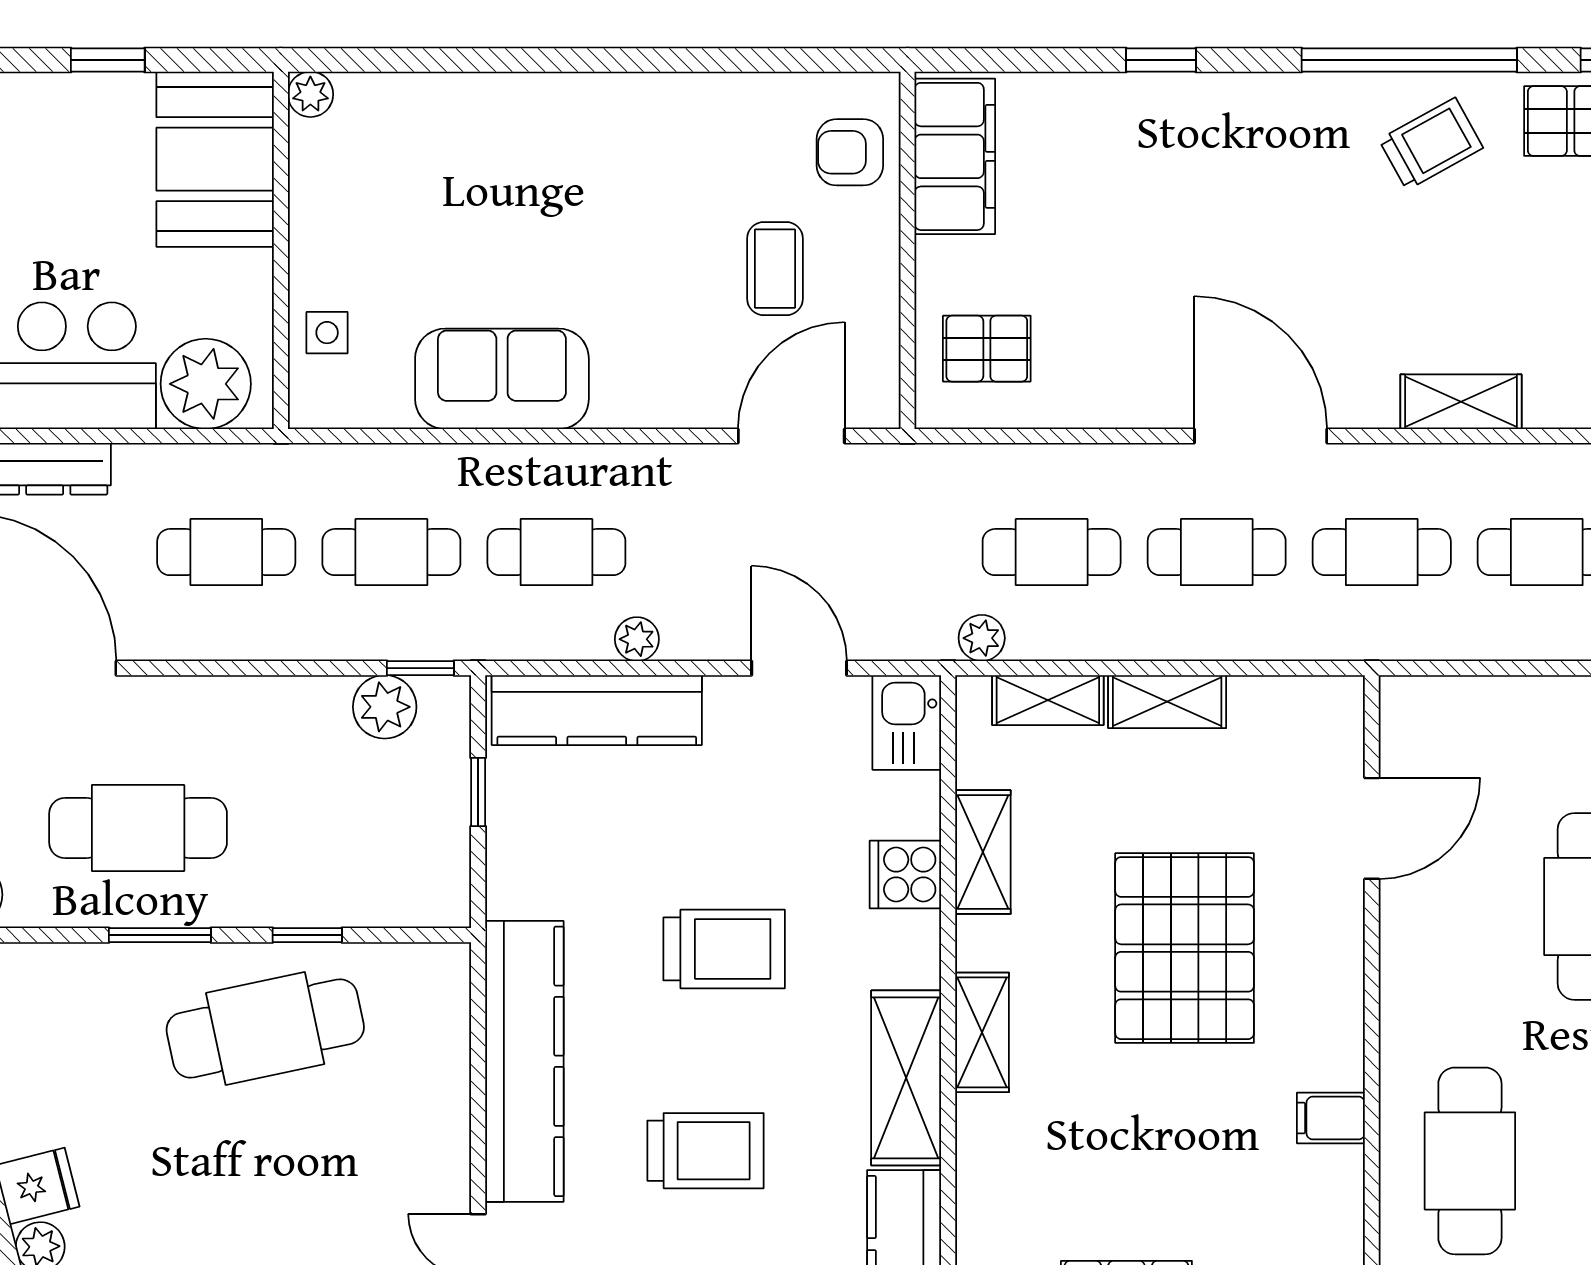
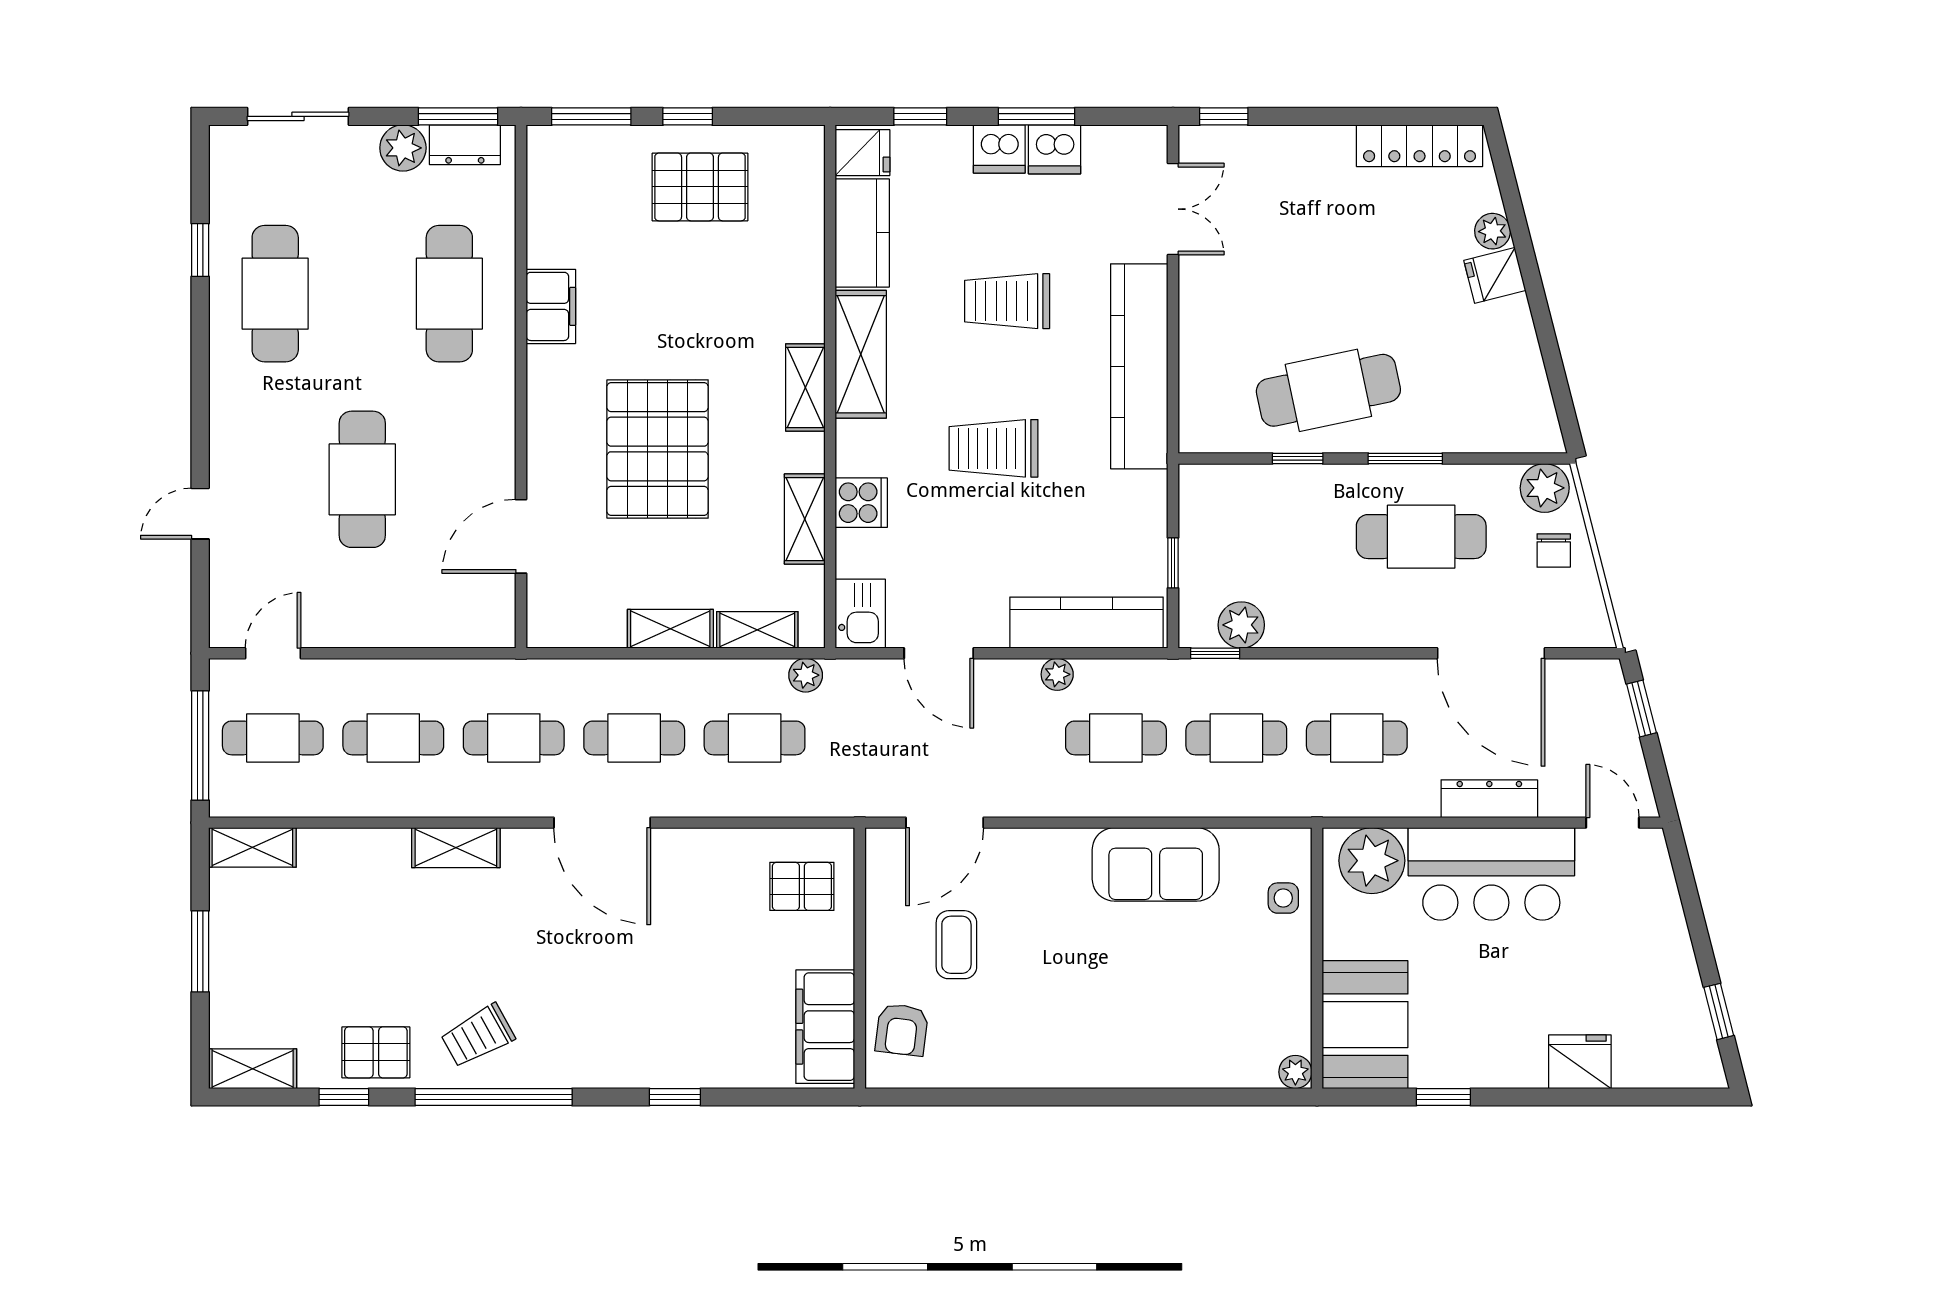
armchair: (850, 152) -> (902, 1030), turned 97
filing cabinet: (1331, 1118) -> (551, 306), width x2.00

